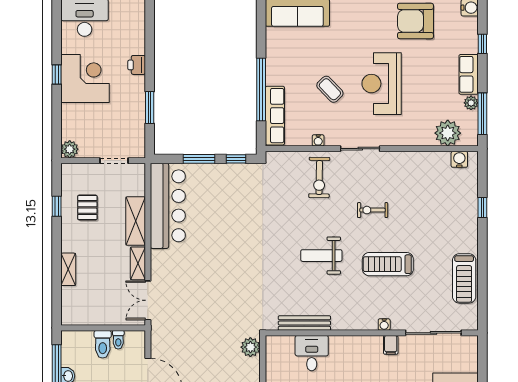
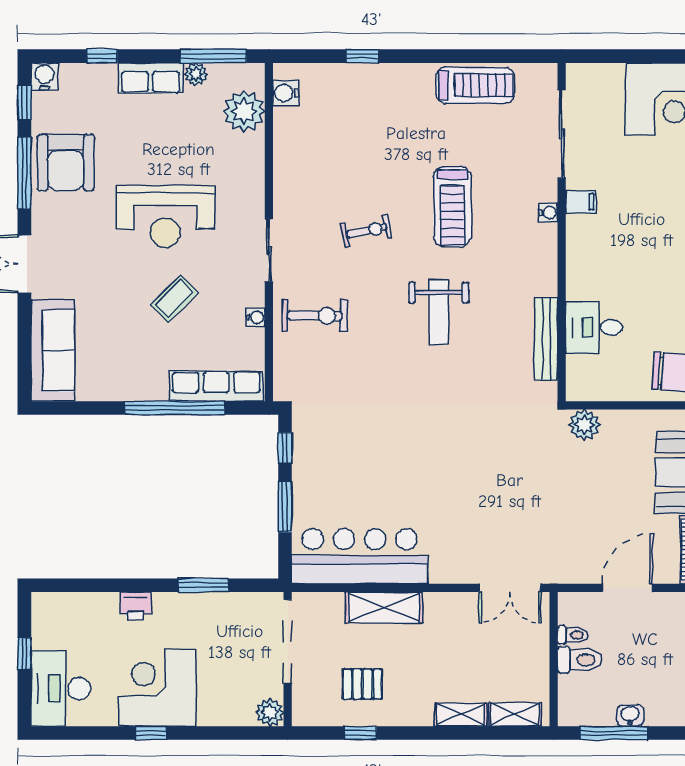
doorway: (114, 161) -> (288, 642), width x1.88
exercise bike: (373, 210) -> (366, 231), turned -102
shelving: (138, 263) -> (515, 714), moved

